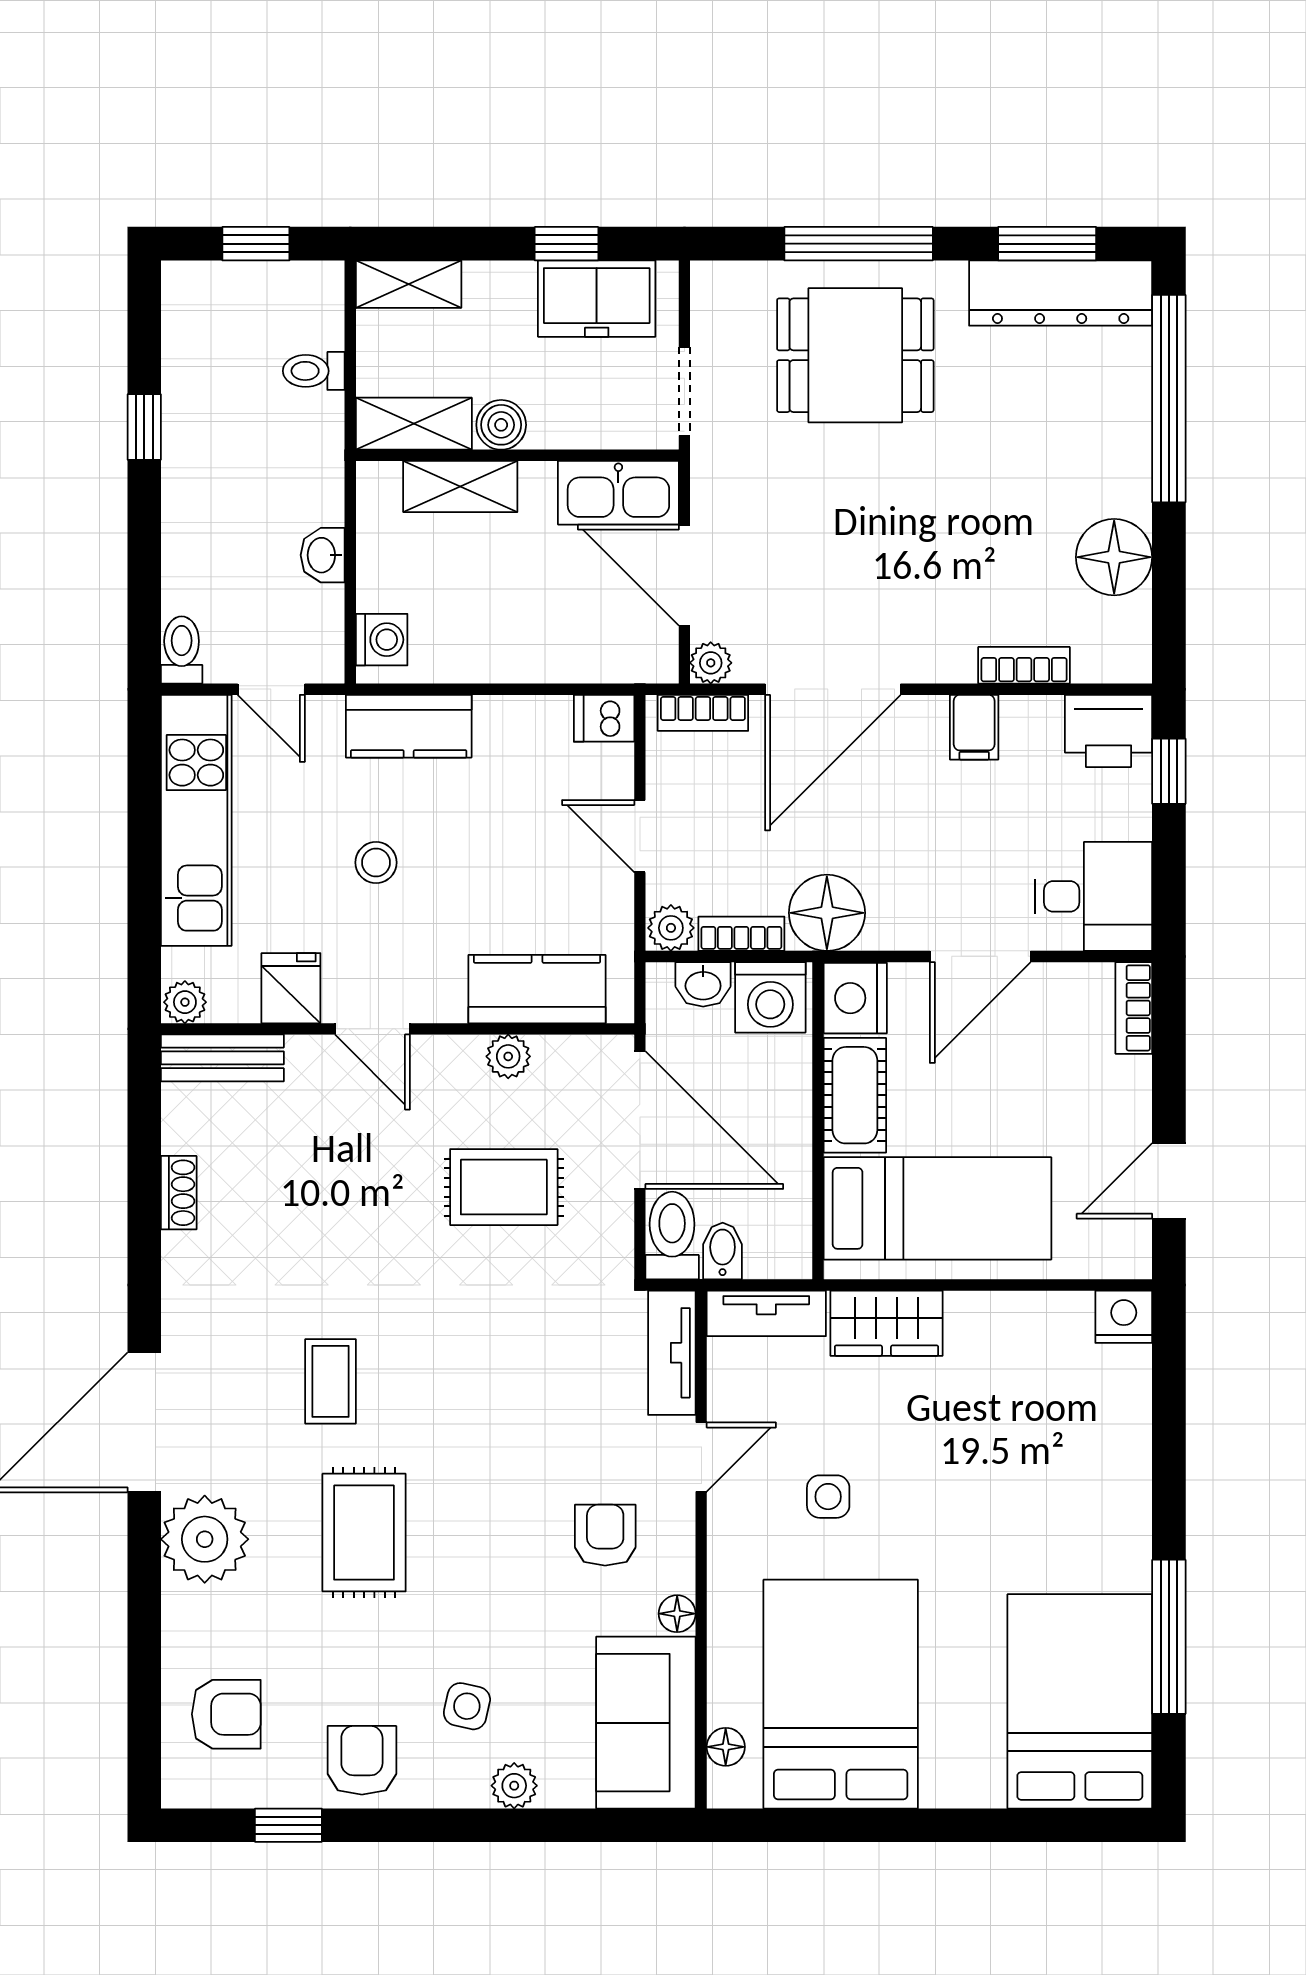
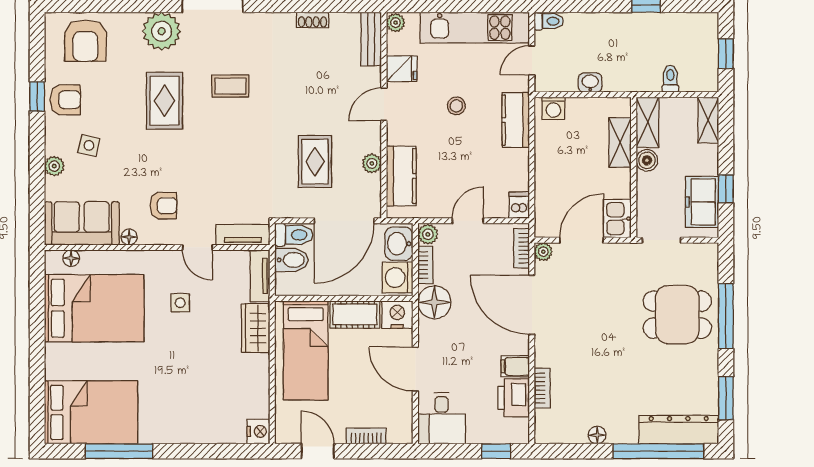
dresser: (1061, 293) -> (679, 430), moved, turned 90
dining table: (855, 355) -> (677, 315), turned 90
kitchen sink: (618, 493) -> (617, 219), width x0.73
floor lamp: (1114, 557) -> (597, 435), width x0.53, depth x0.53
printer: (1108, 731) -> (514, 398), moved
washbasin: (703, 984) -> (399, 244), width x1.38, depth x1.45
bookcase: (1134, 1008) -> (366, 436), moved
bidet: (723, 1251) -> (292, 260), width x1.38, depth x1.36
rug: (364, 1533) -> (164, 101), turned 90
armchair: (226, 1714) -> (85, 41), width x1.38, depth x1.38
window: (288, 1825) -> (37, 97), moved

